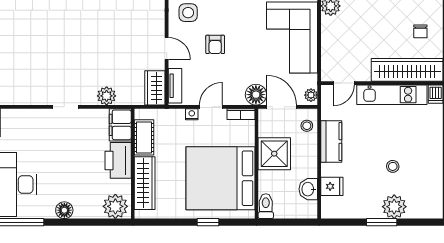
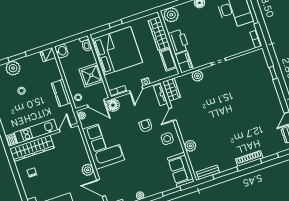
door: (167, 48) -> (172, 114), hinge flipped
fridge: (332, 186) -> (48, 55), moved
washbasin: (308, 189) -> (61, 51), moved

